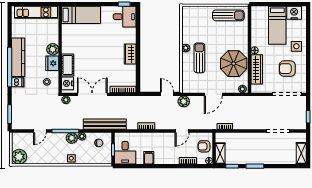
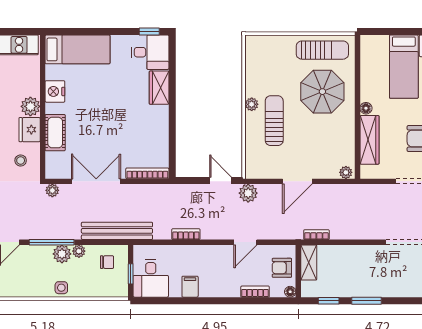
wardrobe: (130, 54) -> (159, 88), moved
parasol: (234, 64) -> (322, 92), moved
nightstand: (67, 83) -> (55, 91), moved
shelving: (220, 153) -> (309, 262), moved

